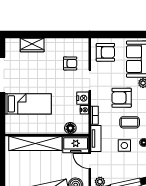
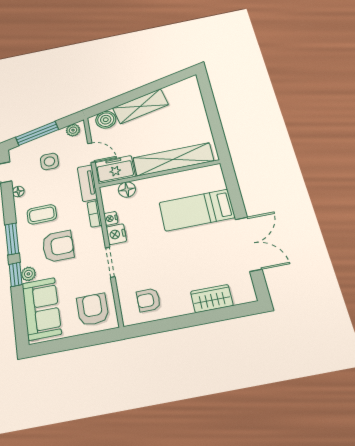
armchair: (105, 52) -> (93, 309), turned 90
armchair: (70, 63) -> (148, 300), moved
side table: (124, 146) -> (49, 161), moved

